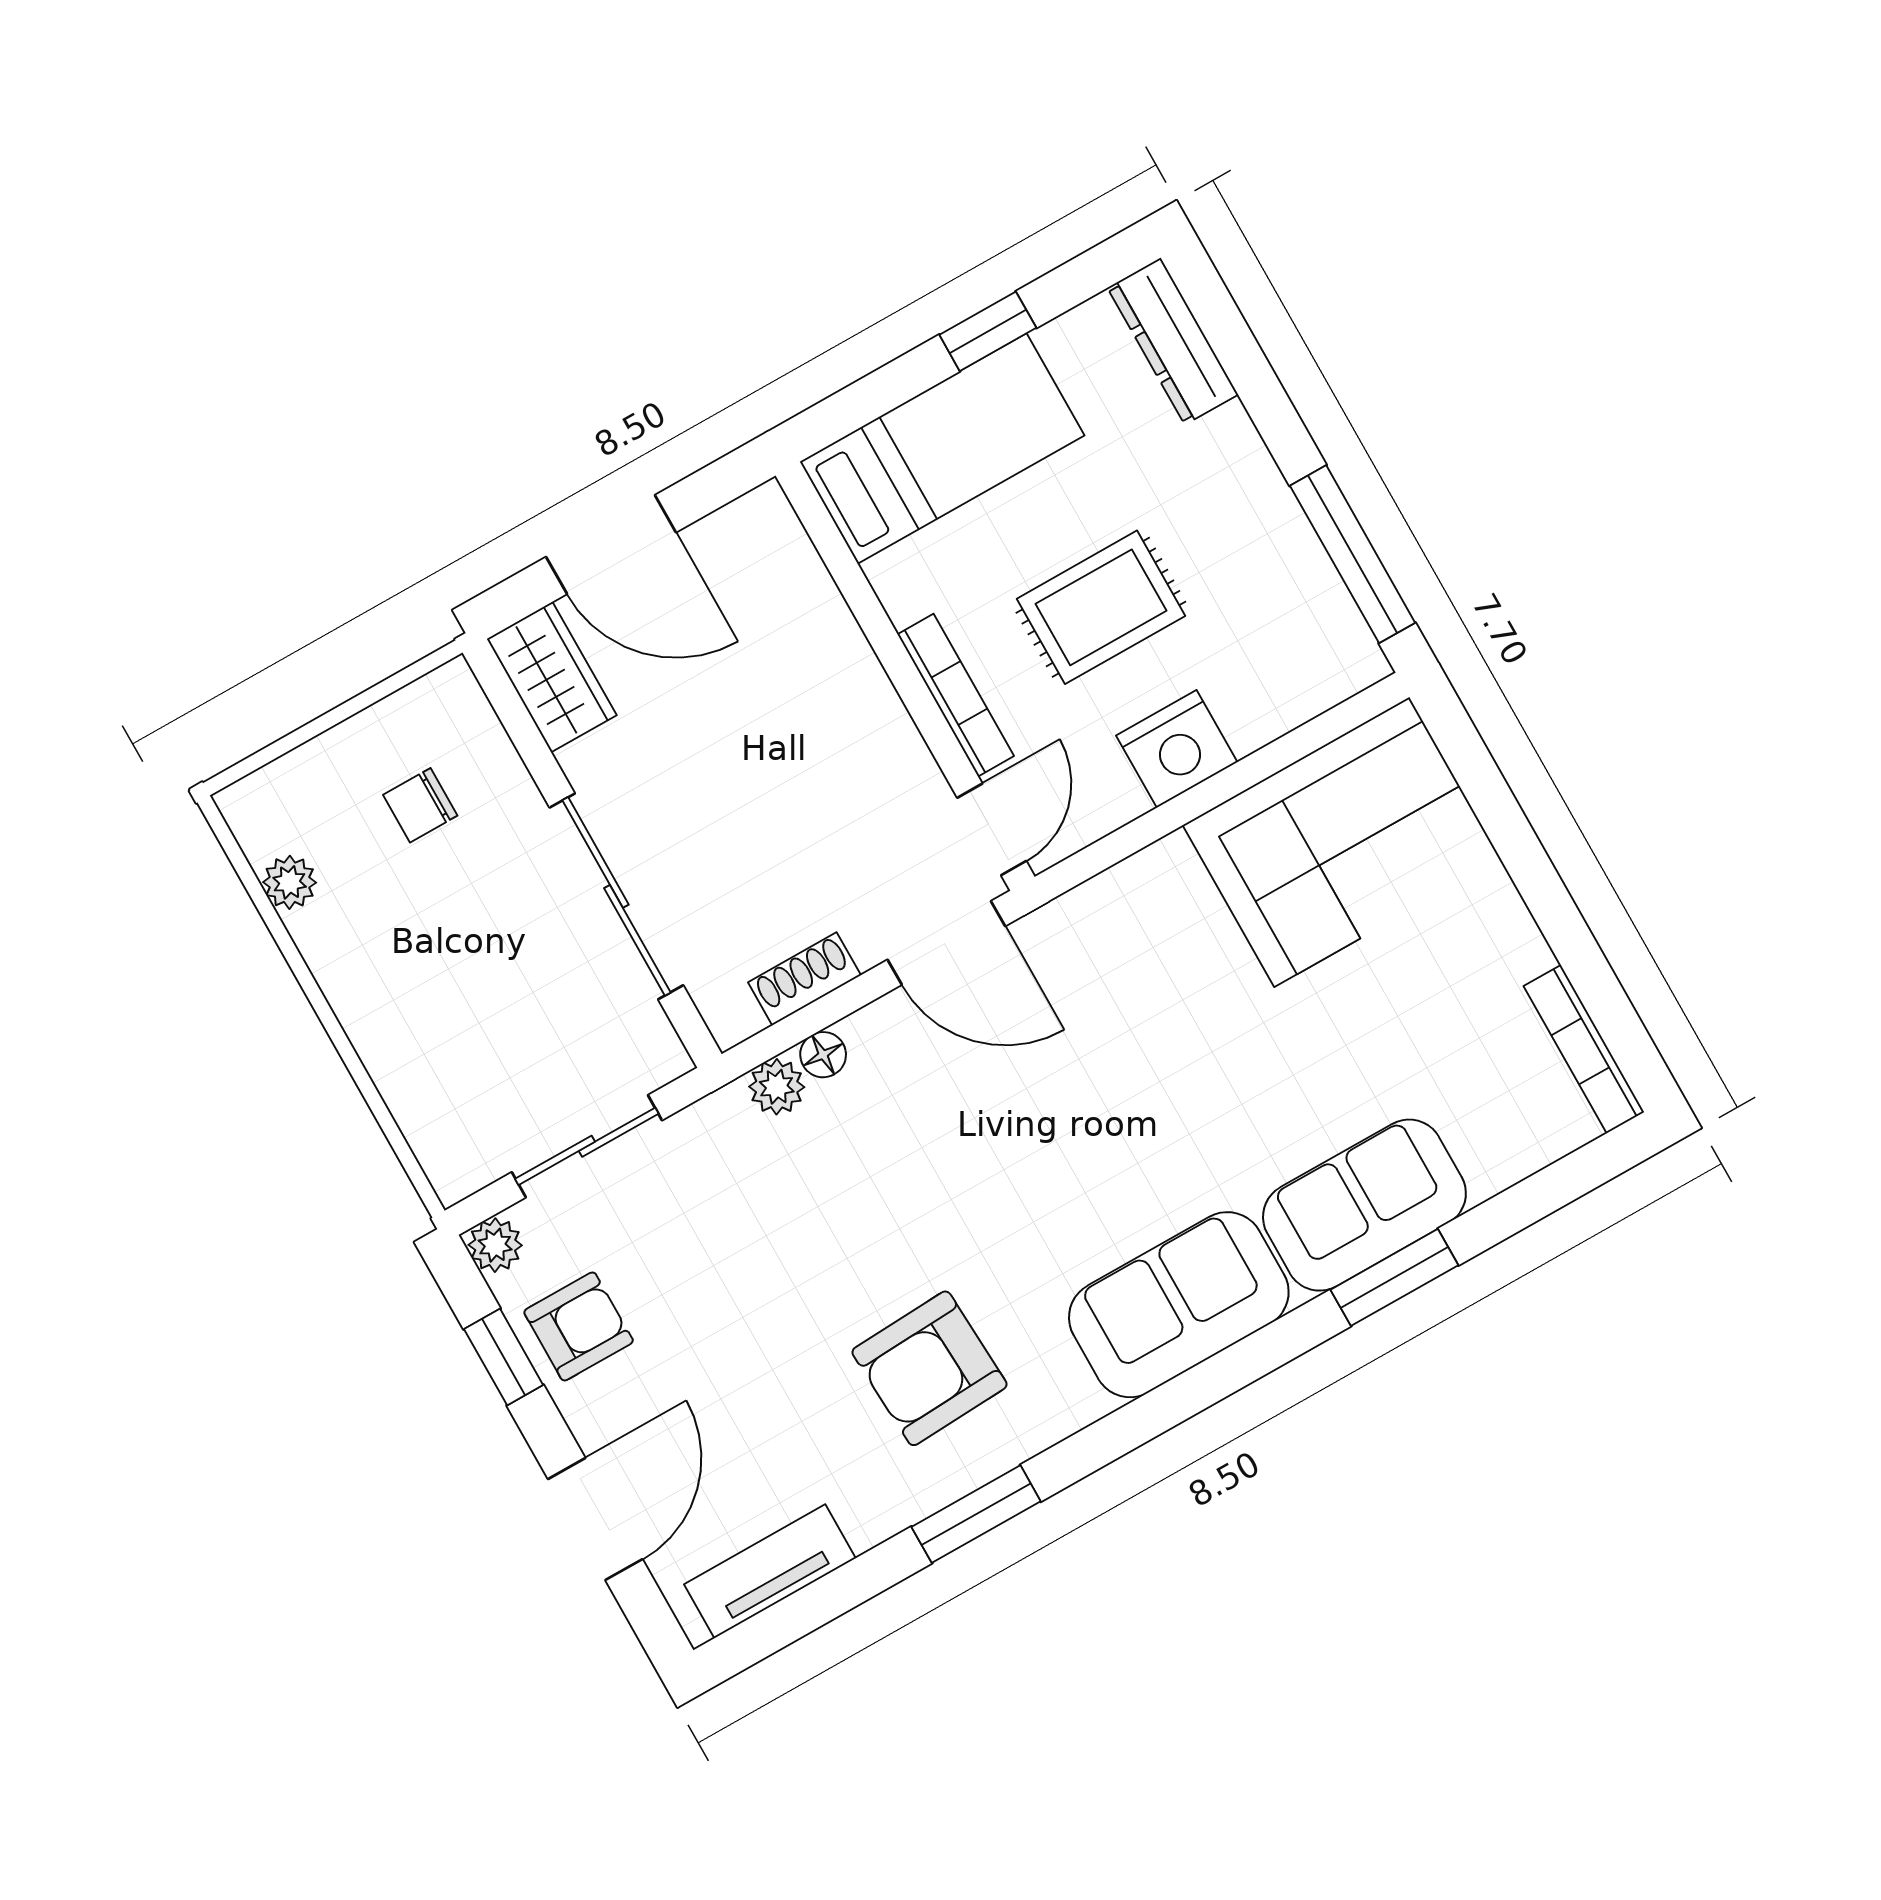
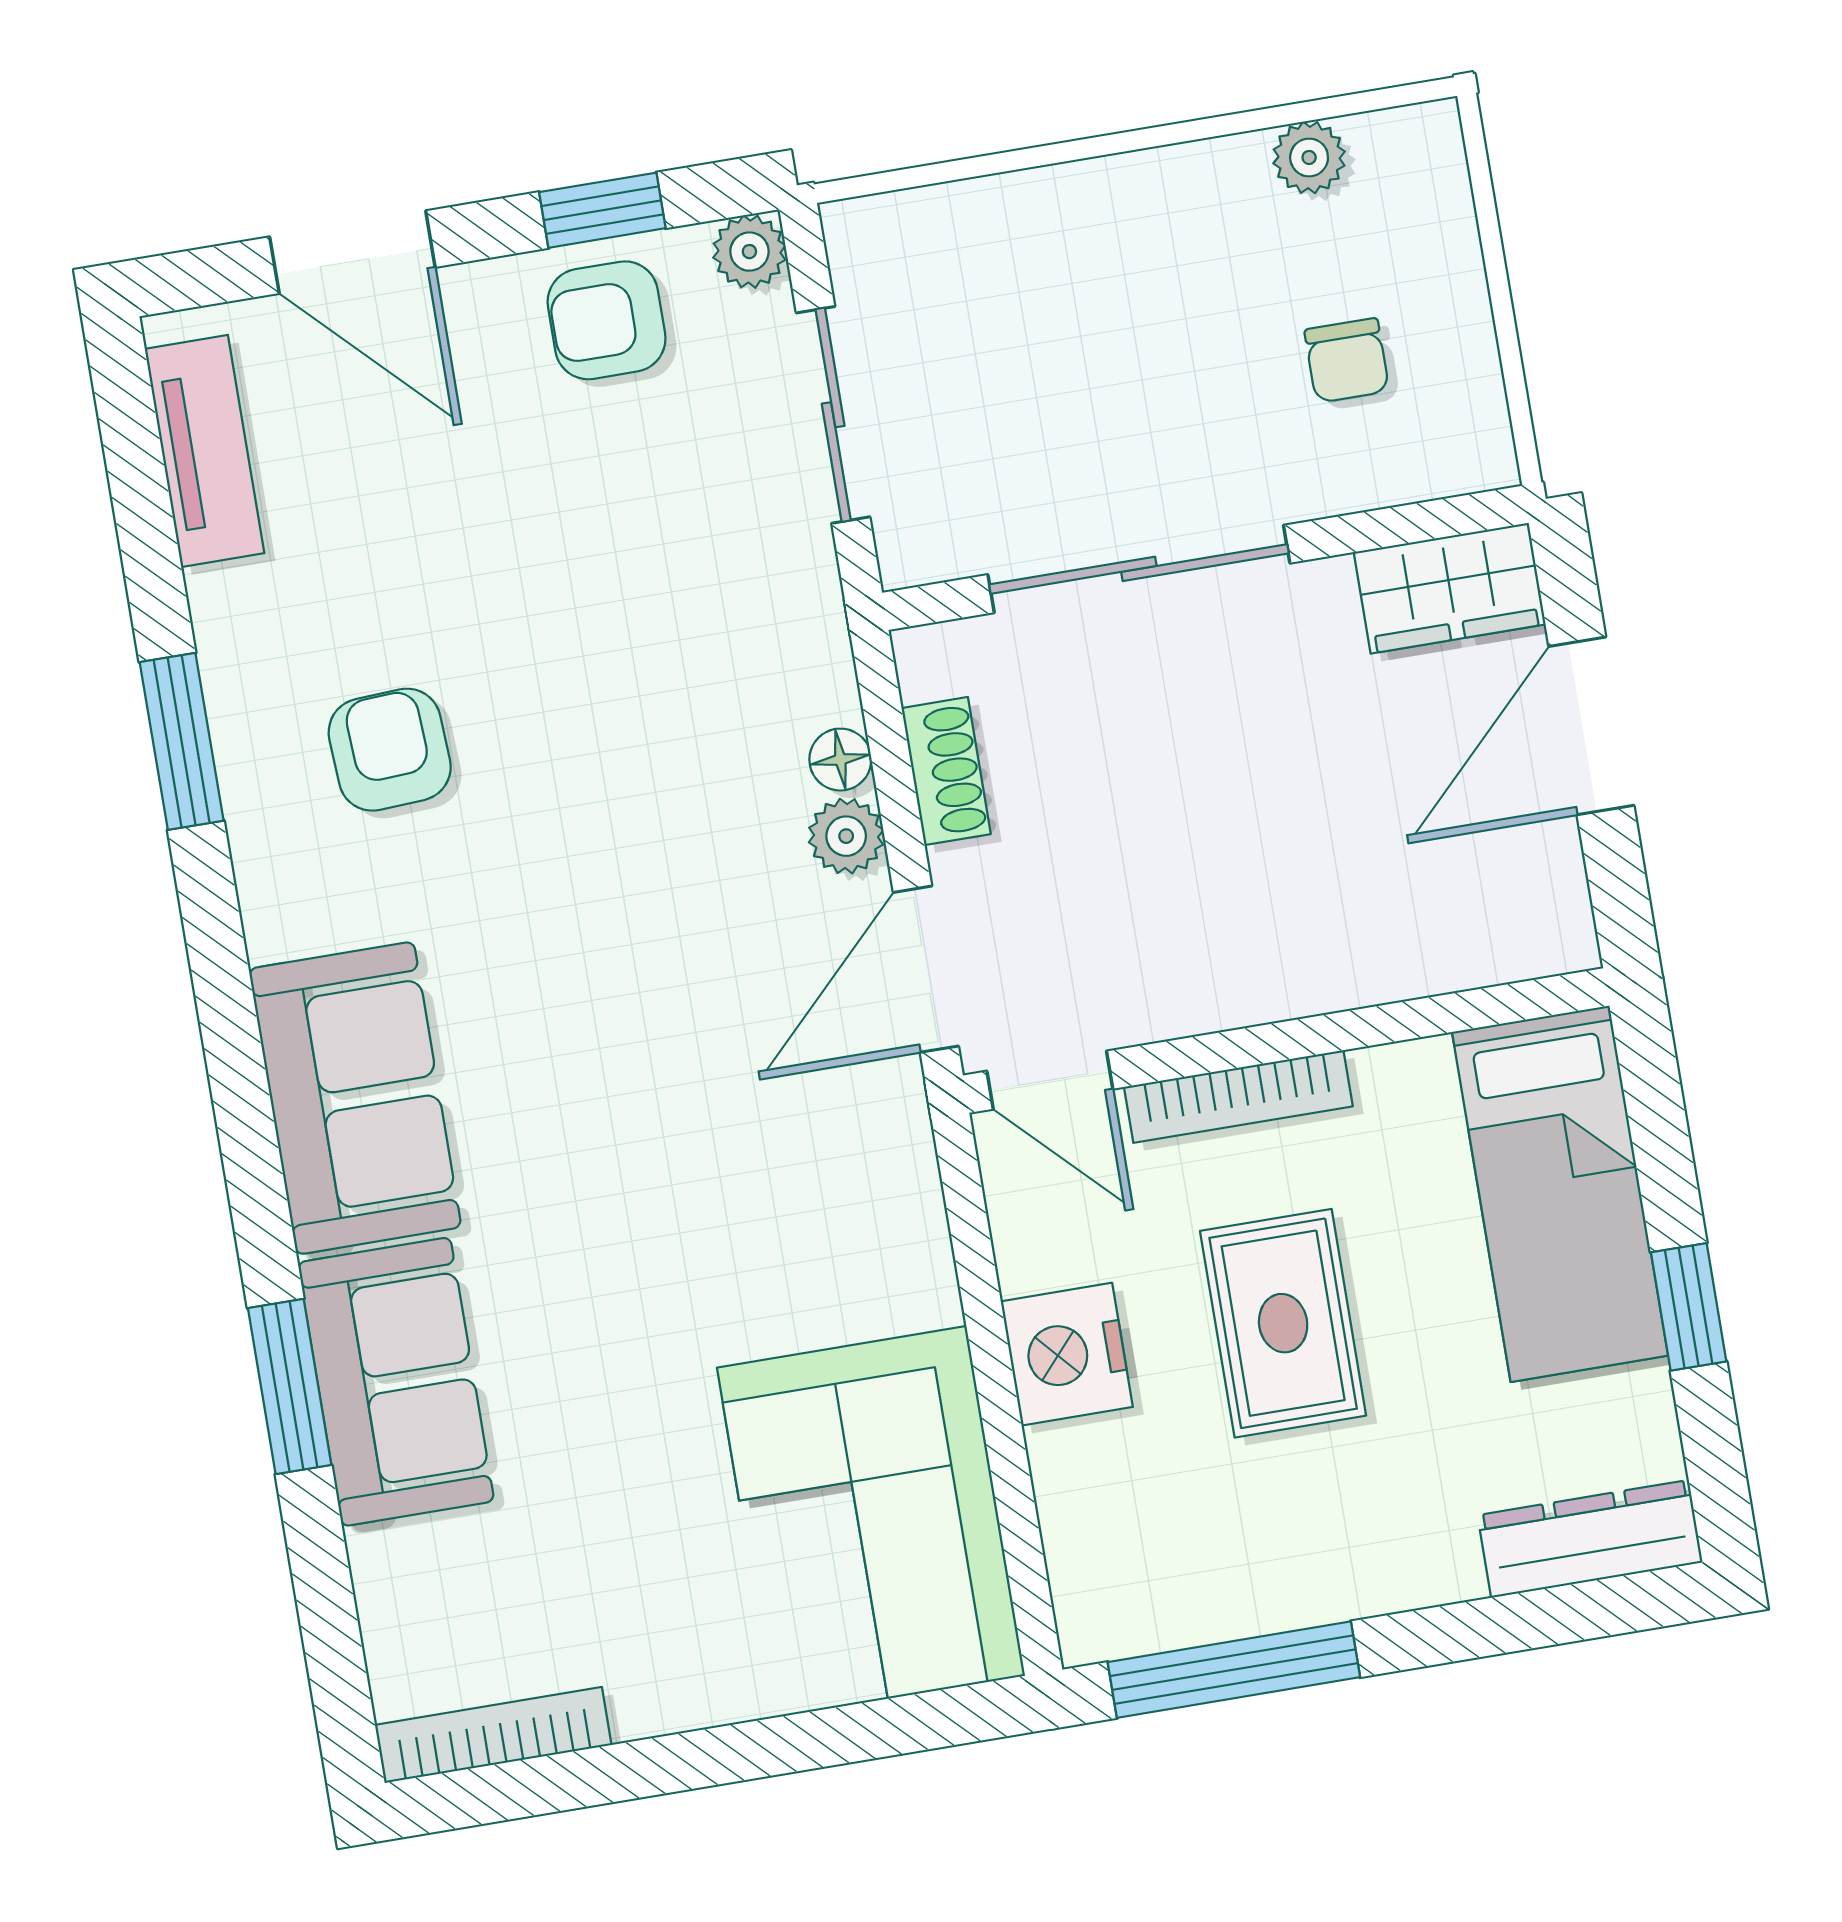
chair: (420, 805) -> (1347, 360), turned 180
plant: (777, 1087) -> (846, 836), moved
armchair: (579, 1326) -> (607, 320), turned 90
armchair: (929, 1368) -> (390, 750), width x0.72, depth x0.72

